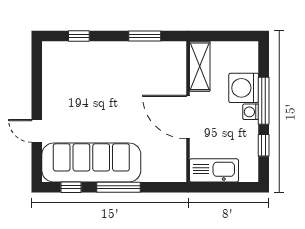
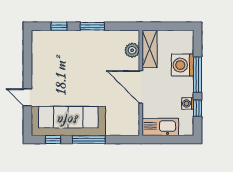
window: (145, 36) -> (92, 26), moved
plant: (176, 68) -> (132, 50), added
washing machine: (251, 112) -> (188, 103), moved

